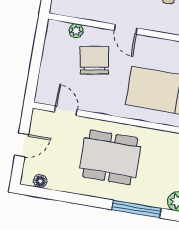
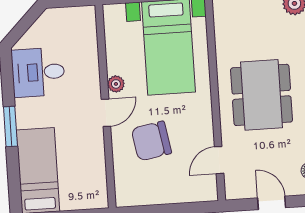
plant: (76, 31) -> (116, 84), moved

